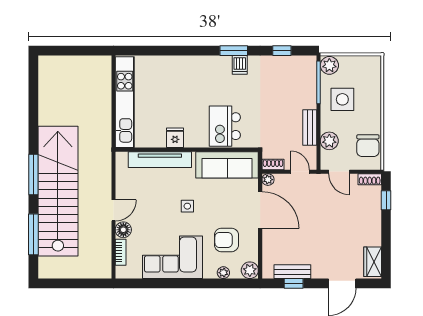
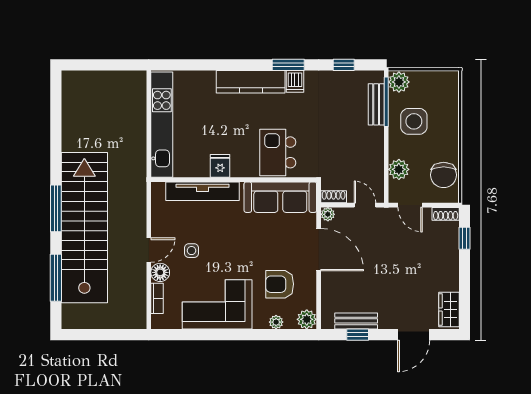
kitchen counter: (201, 65) -> (251, 82), added
bench: (310, 127) -> (376, 104), moved
side table: (187, 206) -> (192, 251), moved

